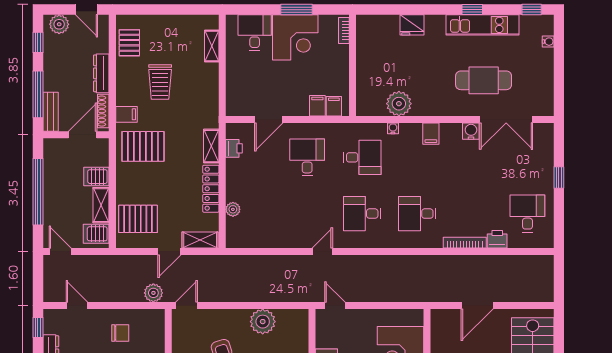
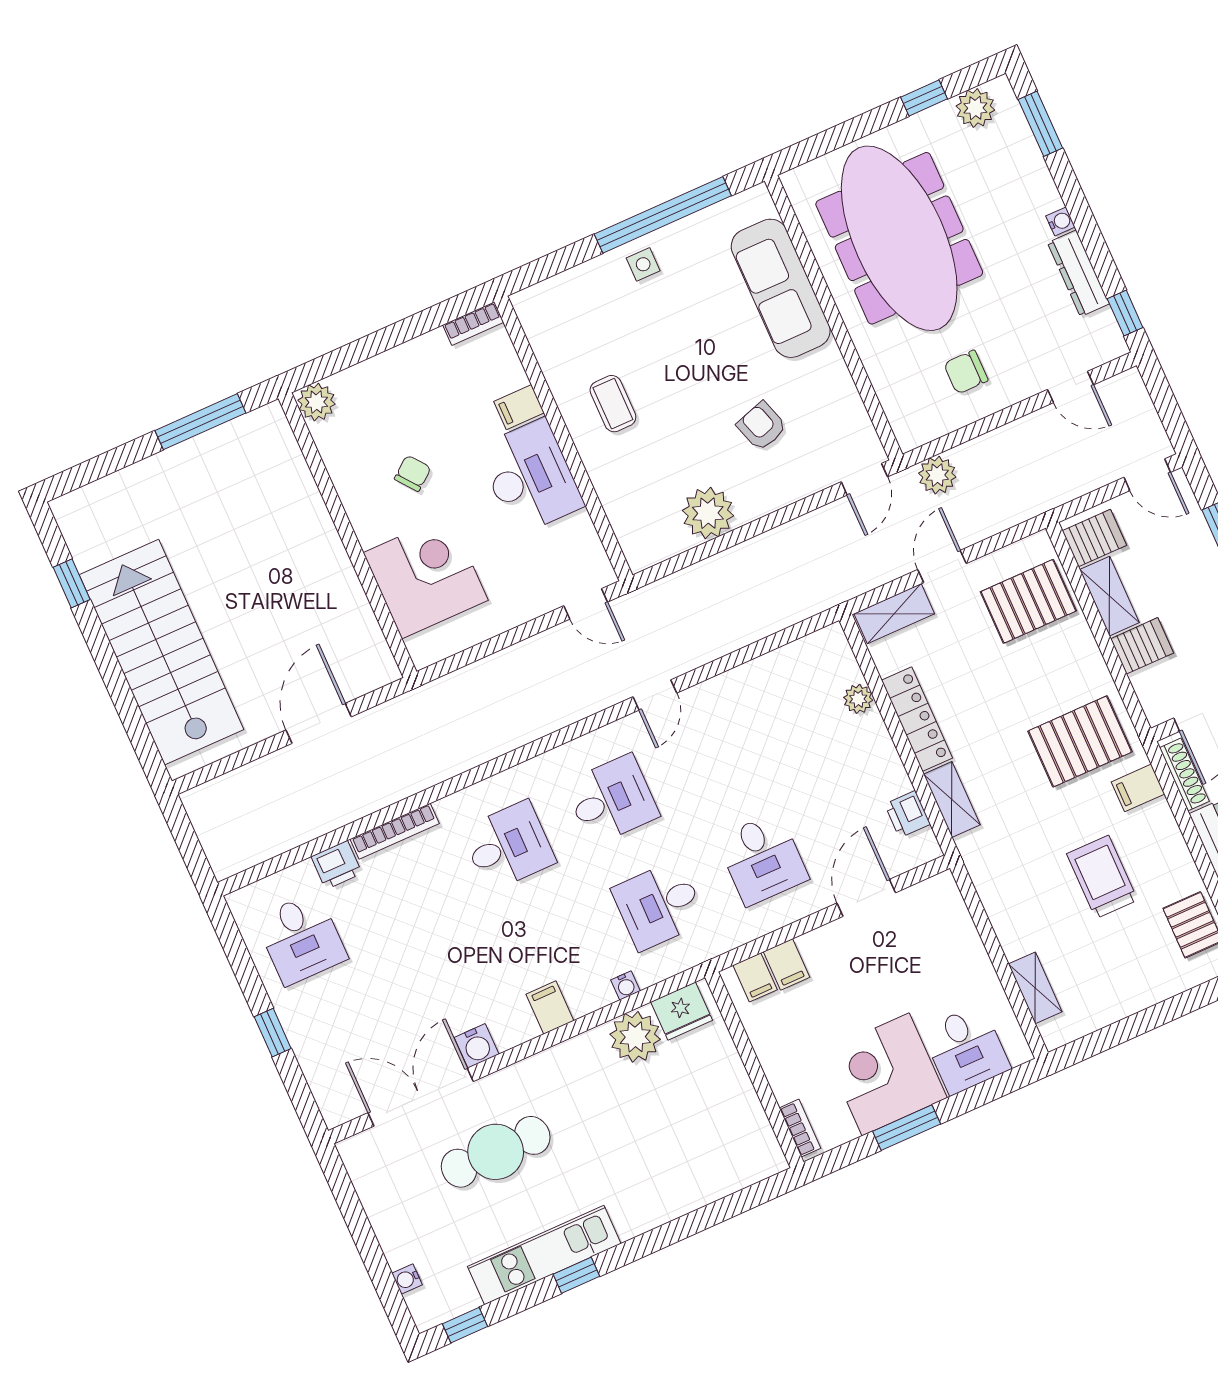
fridge: (412, 25) -> (682, 1011), moved, turned 180

